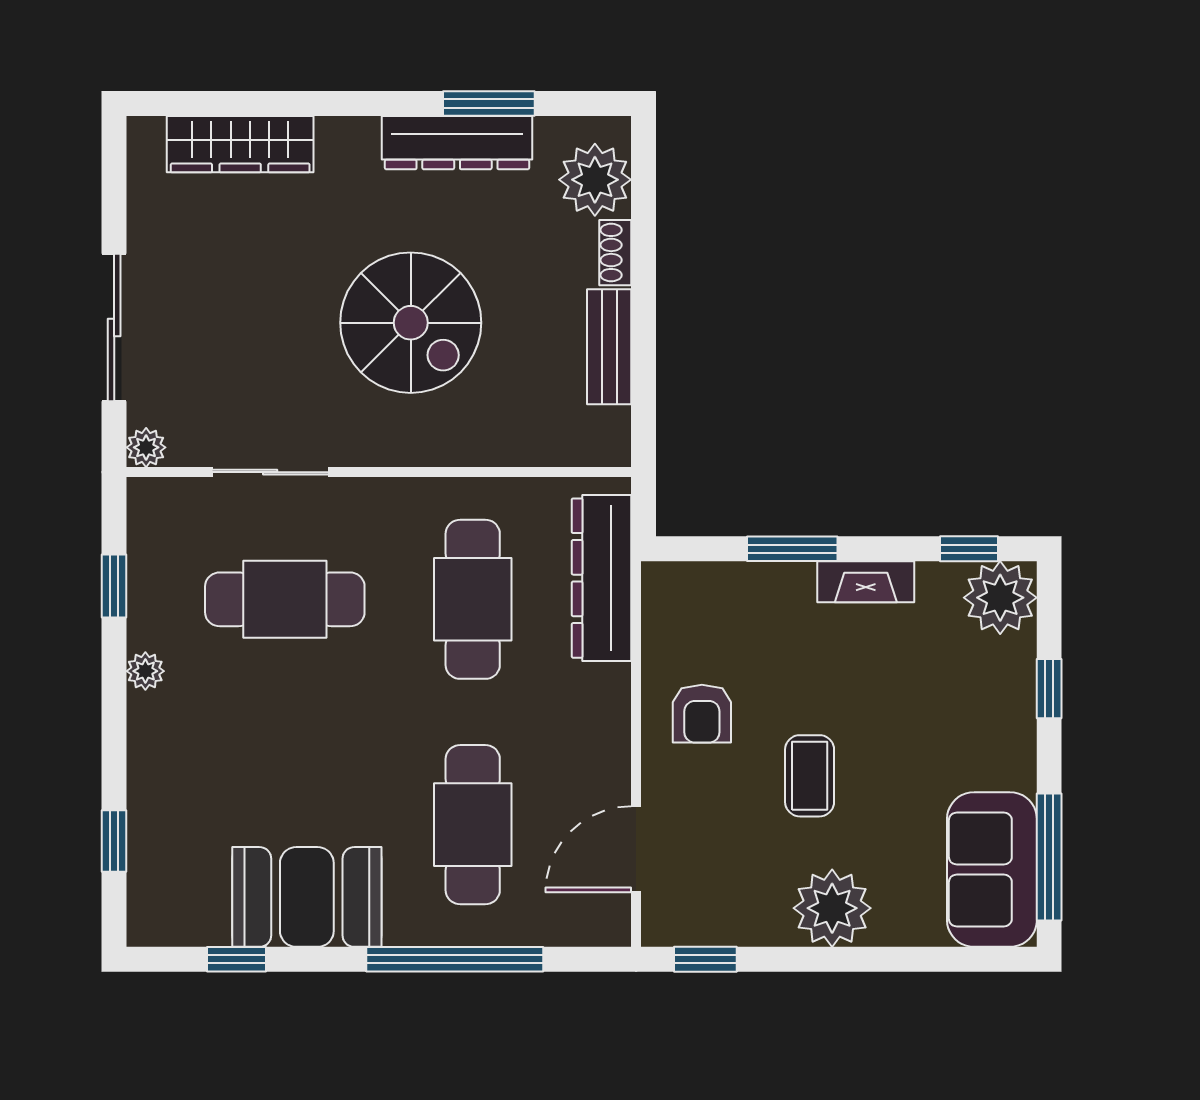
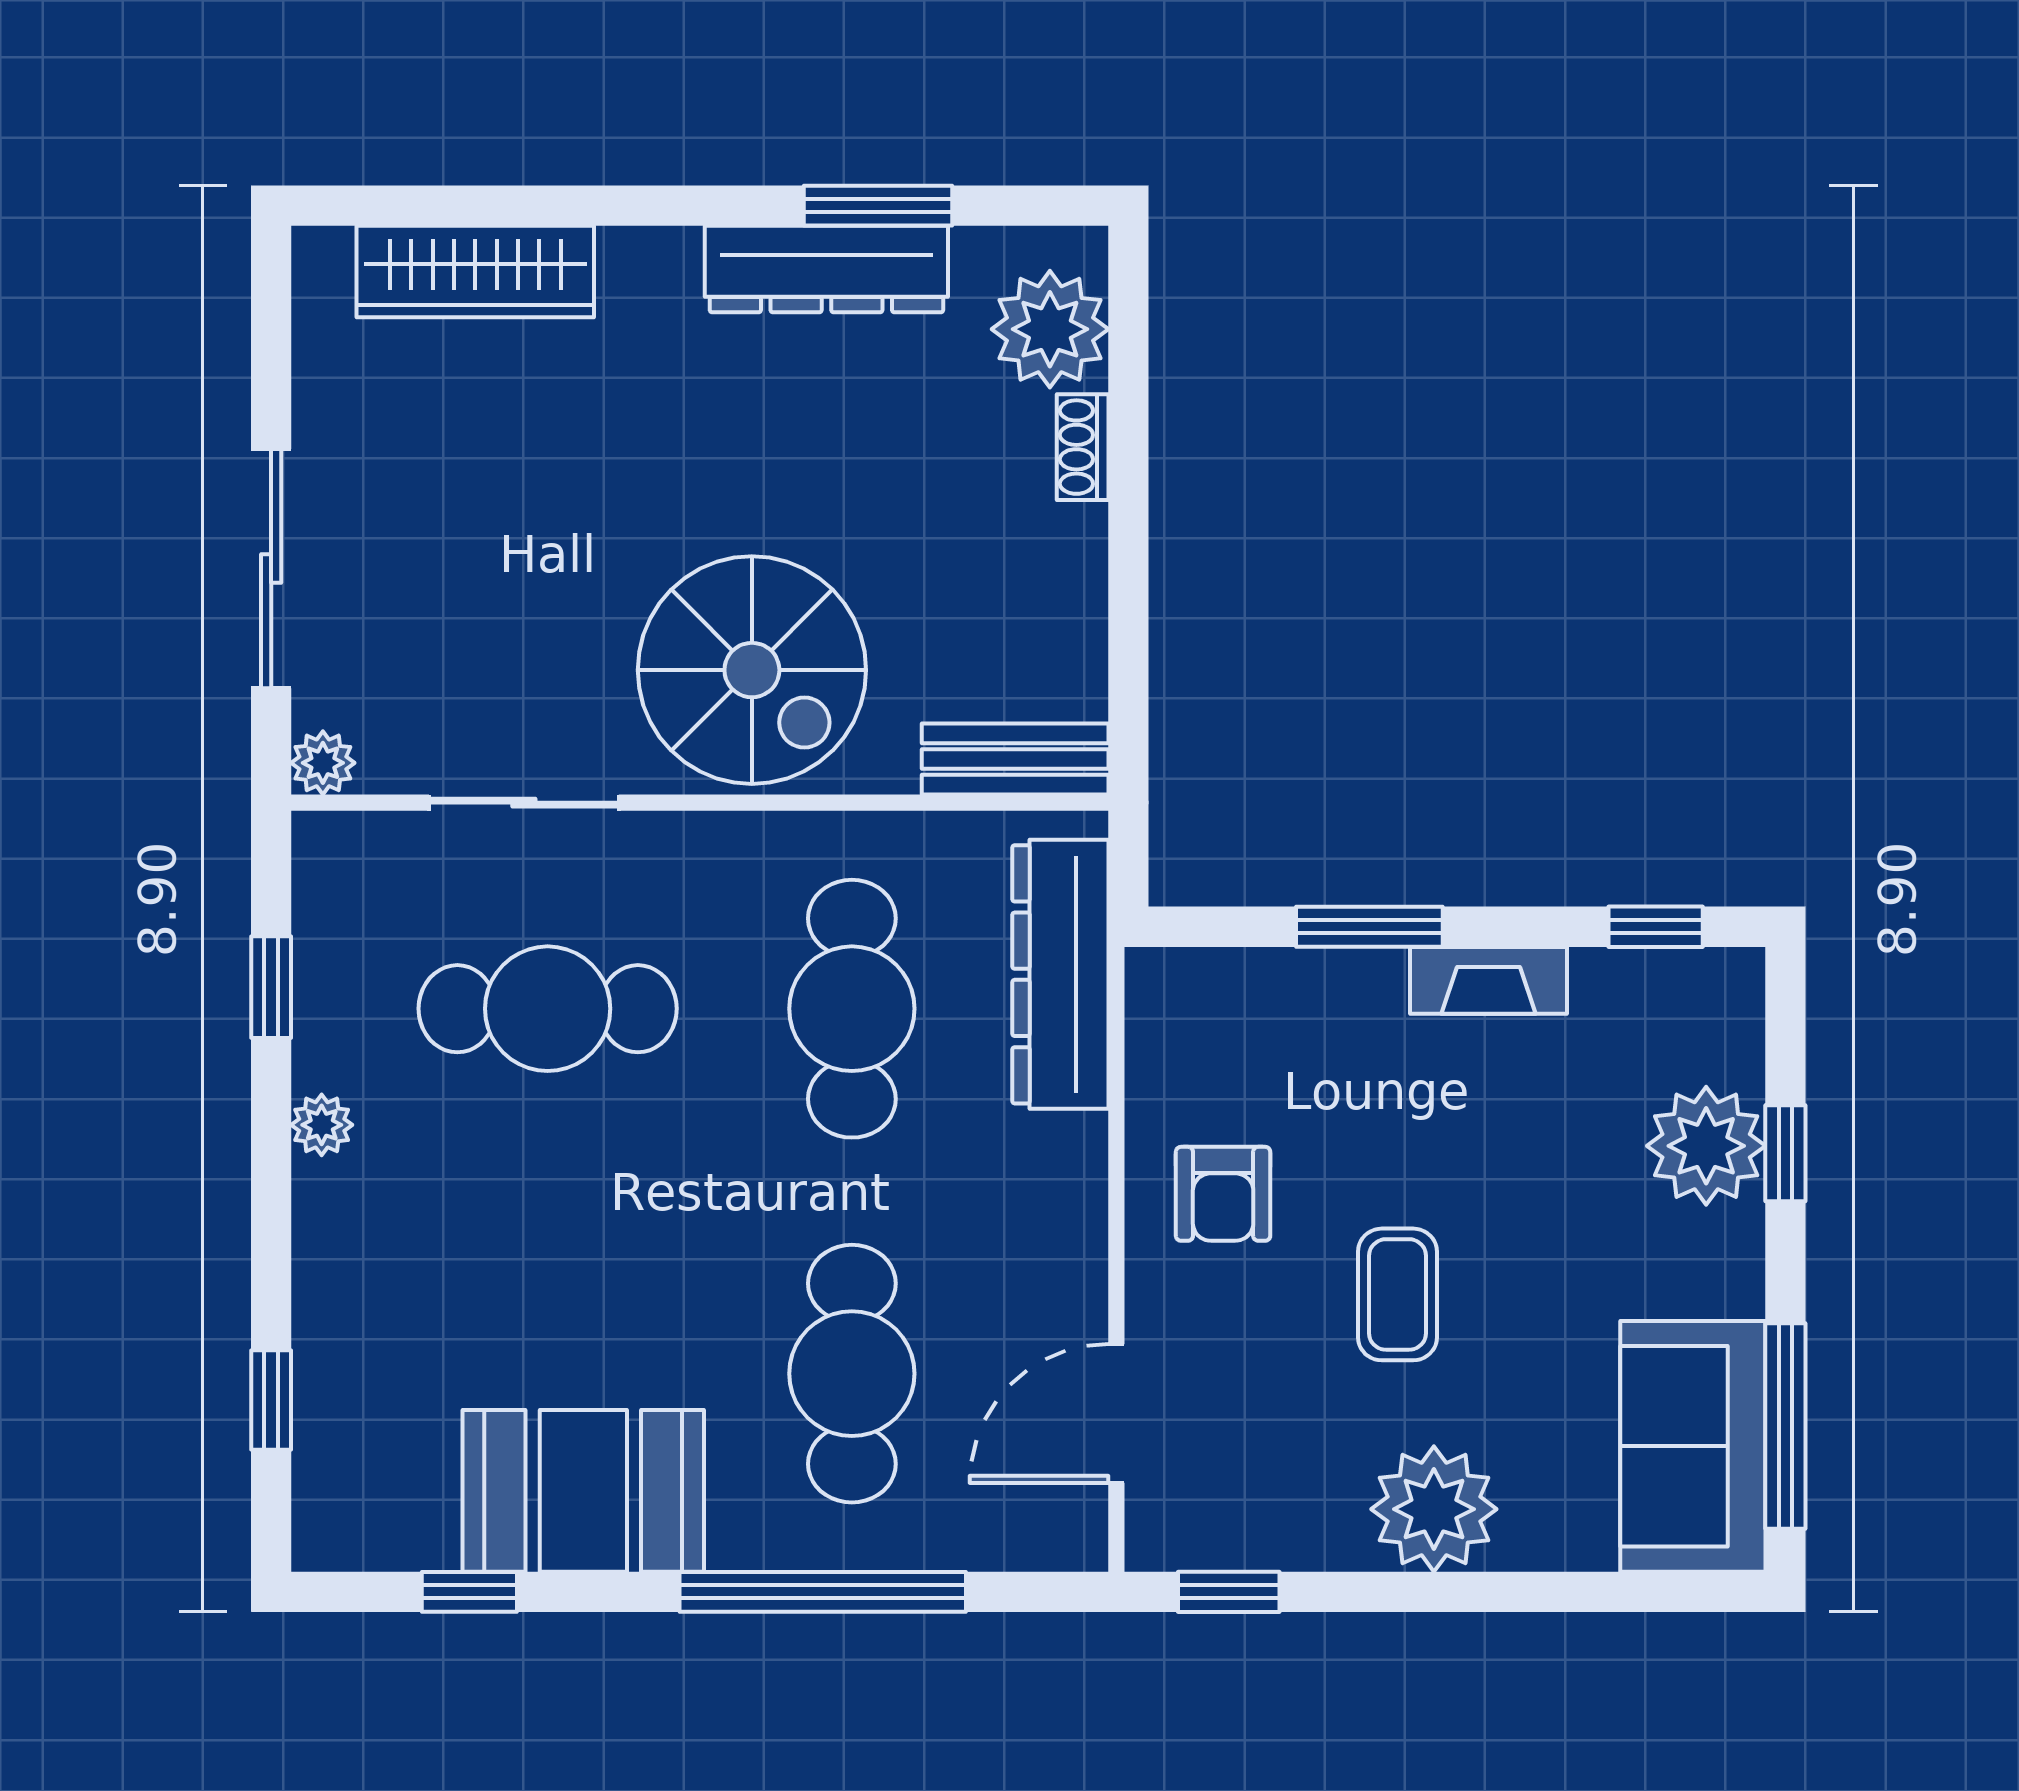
spiral stairs: (411, 323) -> (752, 670), moved
bench: (609, 347) -> (1015, 759), moved, turned 90
plant: (1000, 598) -> (1706, 1146), moved

